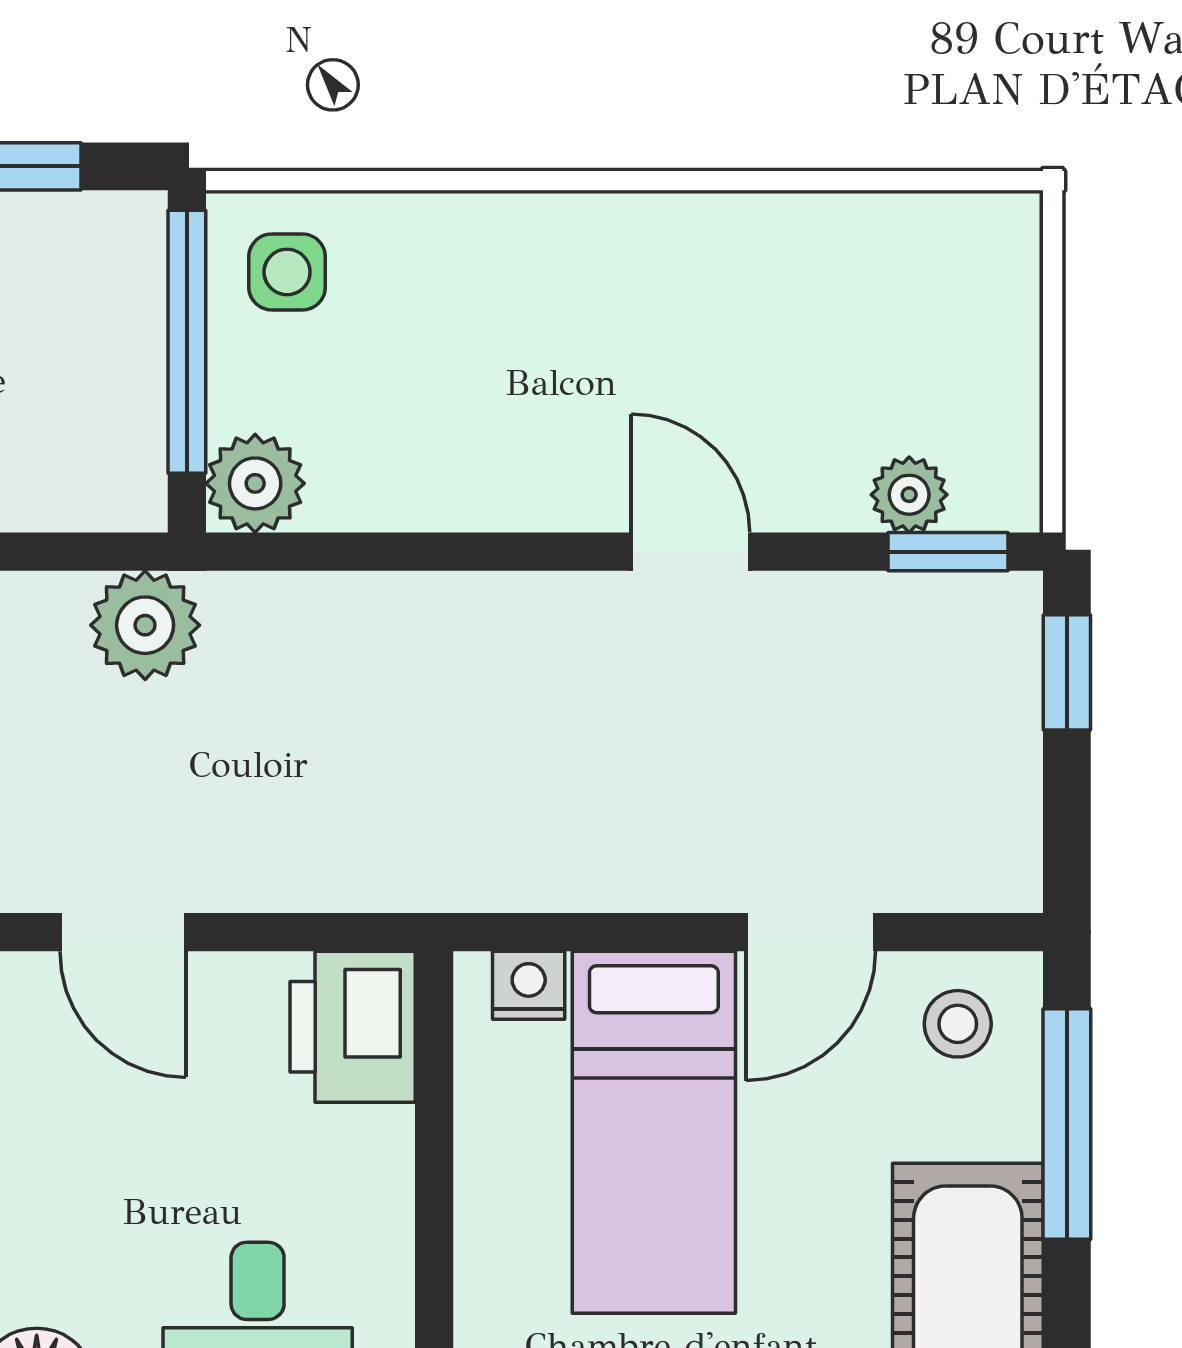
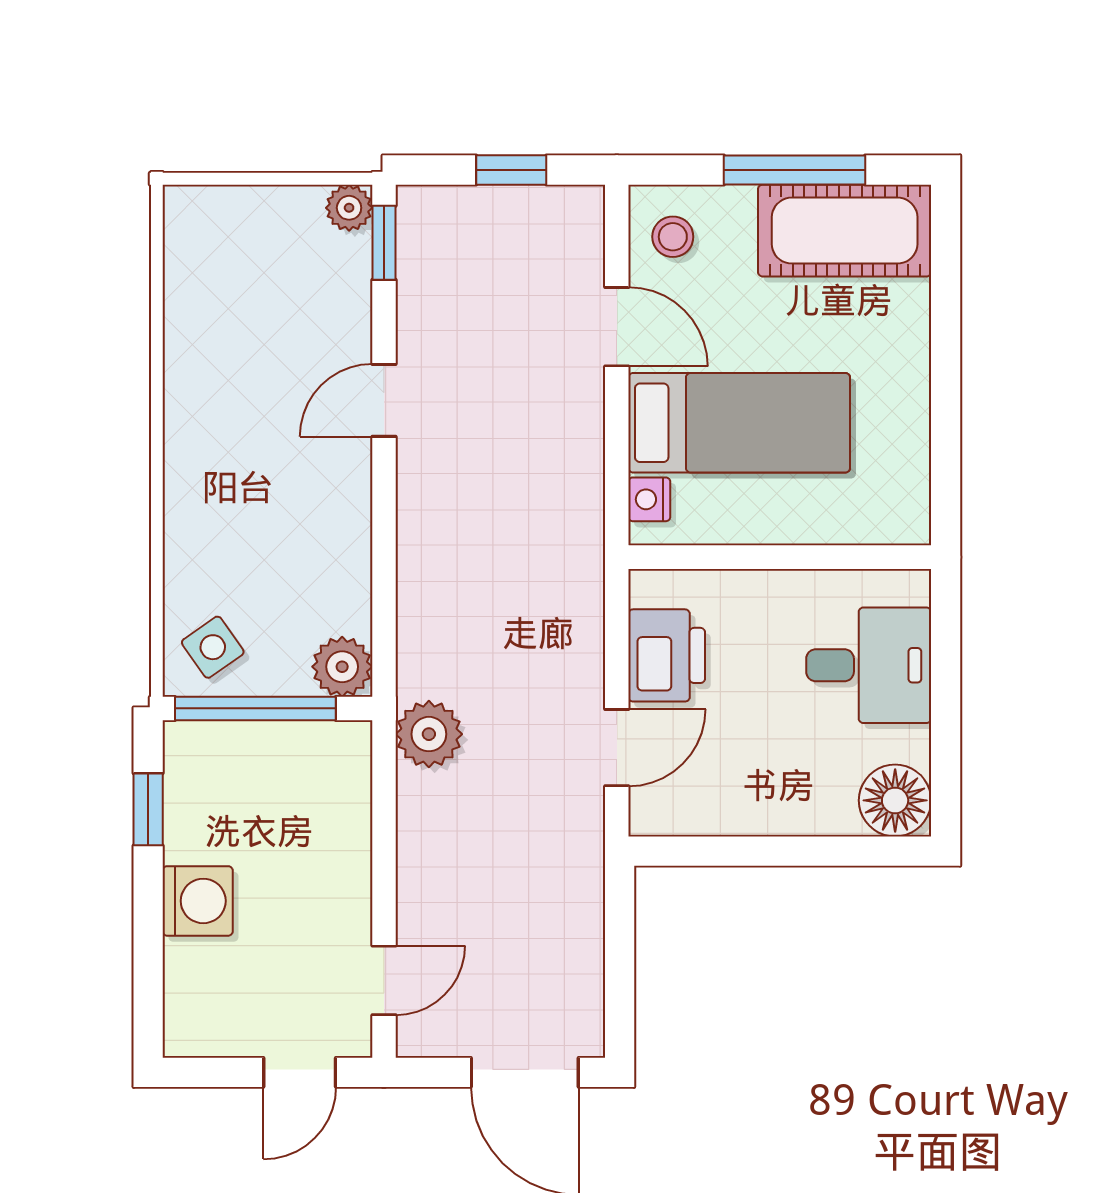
side table: (287, 272) -> (213, 647), turned -35
plant: (909, 495) -> (349, 208), moved
window: (1067, 672) -> (511, 170), moved
printer: (353, 1027) -> (667, 655), moved, turned -90
window: (1067, 1124) -> (795, 170), moved

